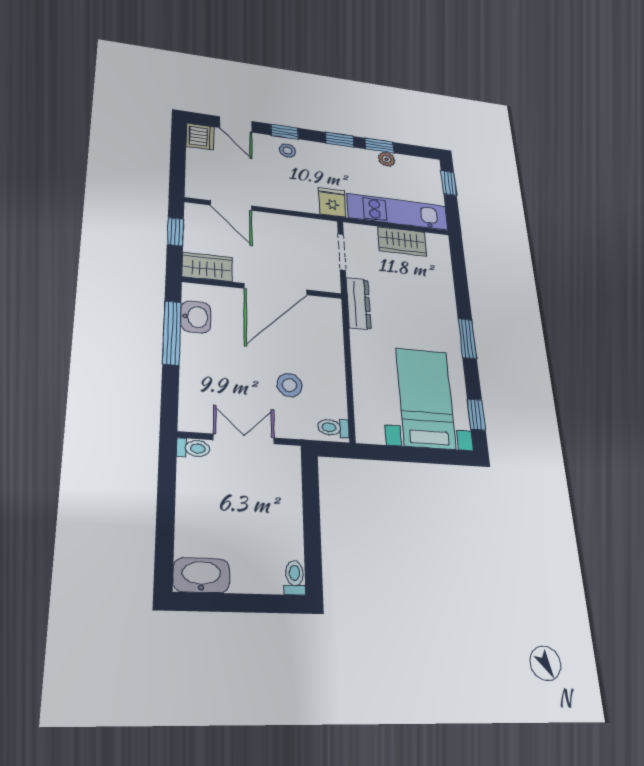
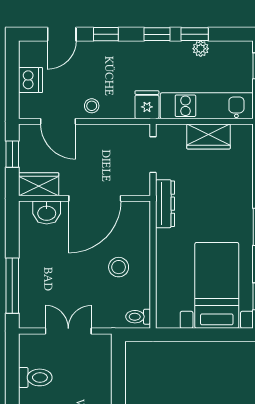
door: (236, 124) -> (62, 34), hinge flipped
dishwasher: (200, 137) -> (31, 80), moved
stool: (287, 150) -> (92, 106), moved
washbasin: (196, 317) -> (47, 213), moved, turned 90
window: (172, 333) -> (12, 286), moved
stool: (289, 385) -> (119, 267), moved
toilet: (193, 448) -> (35, 377), moved, width x1.37, depth x1.39

